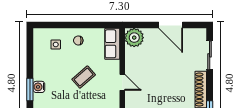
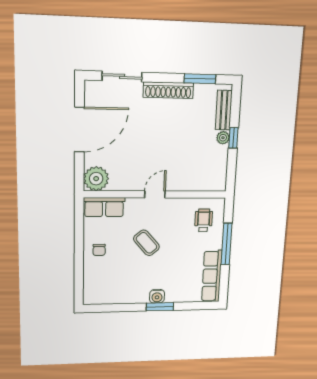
door: (171, 25) -> (79, 130), width x1.36
side table: (56, 44) -> (104, 277), removed

